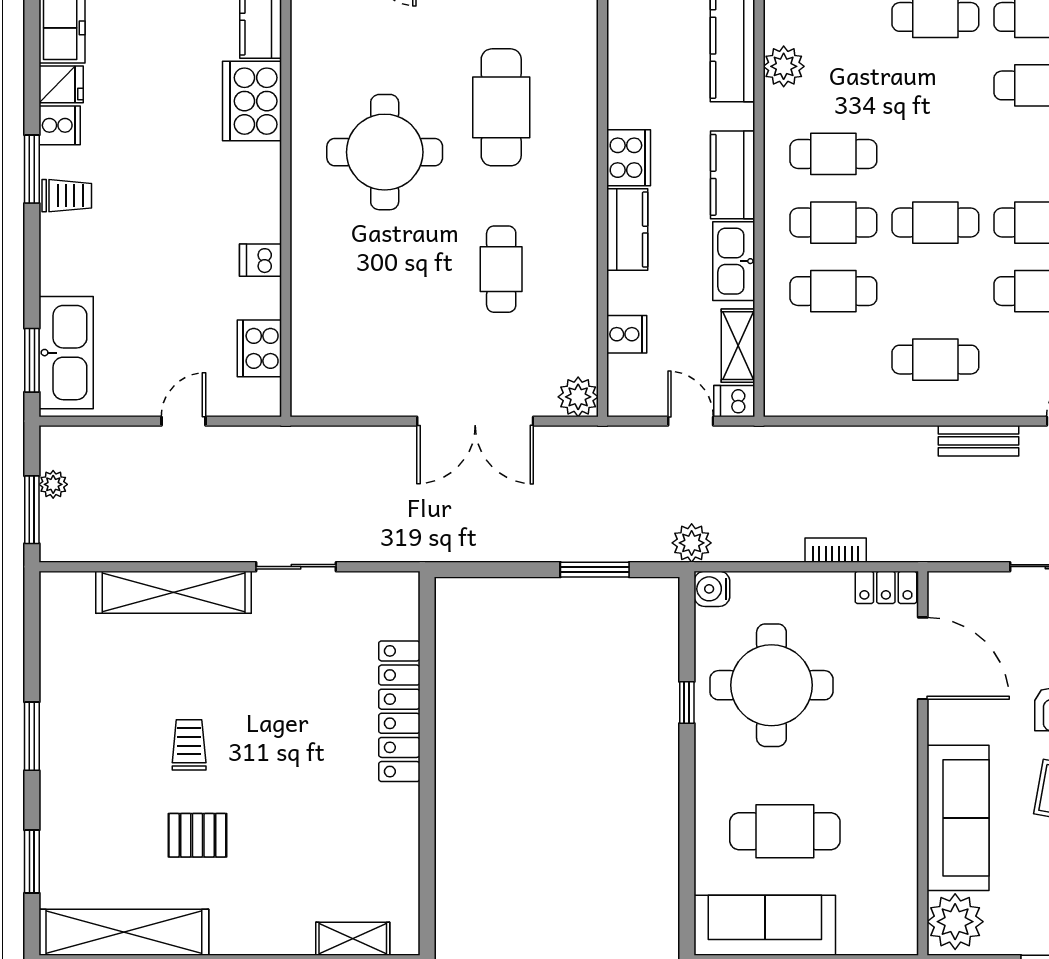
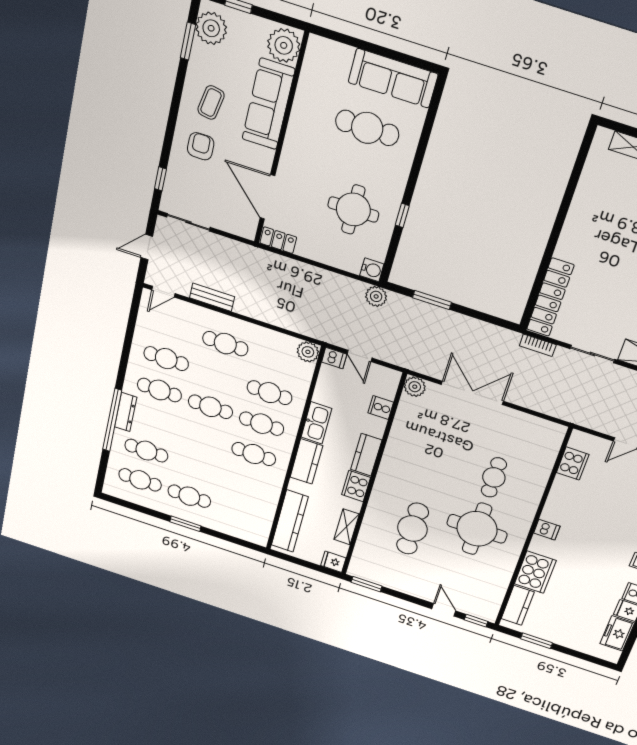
plant: (784, 66) -> (308, 352), moved
dishwasher: (261, 260) -> (547, 530), moved
cafe table: (501, 269) -> (494, 477), moved
shelving: (738, 346) -> (347, 527), moved
bookcase: (836, 550) -> (538, 345), moved
round table: (771, 685) -> (353, 209), width x0.73, depth x0.73
locker: (399, 711) -> (550, 297), moved

